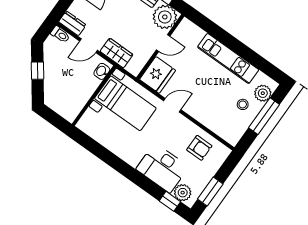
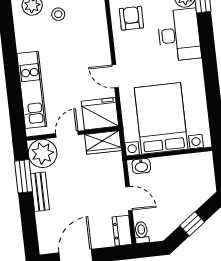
door: (163, 43) -> (67, 134), hinge flipped
wardrobe: (117, 53) -> (103, 142), moved, turned -90
kitchen unit: (228, 58) -> (32, 90), moved
bed with nightstands: (125, 103) -> (161, 118), width x1.36

